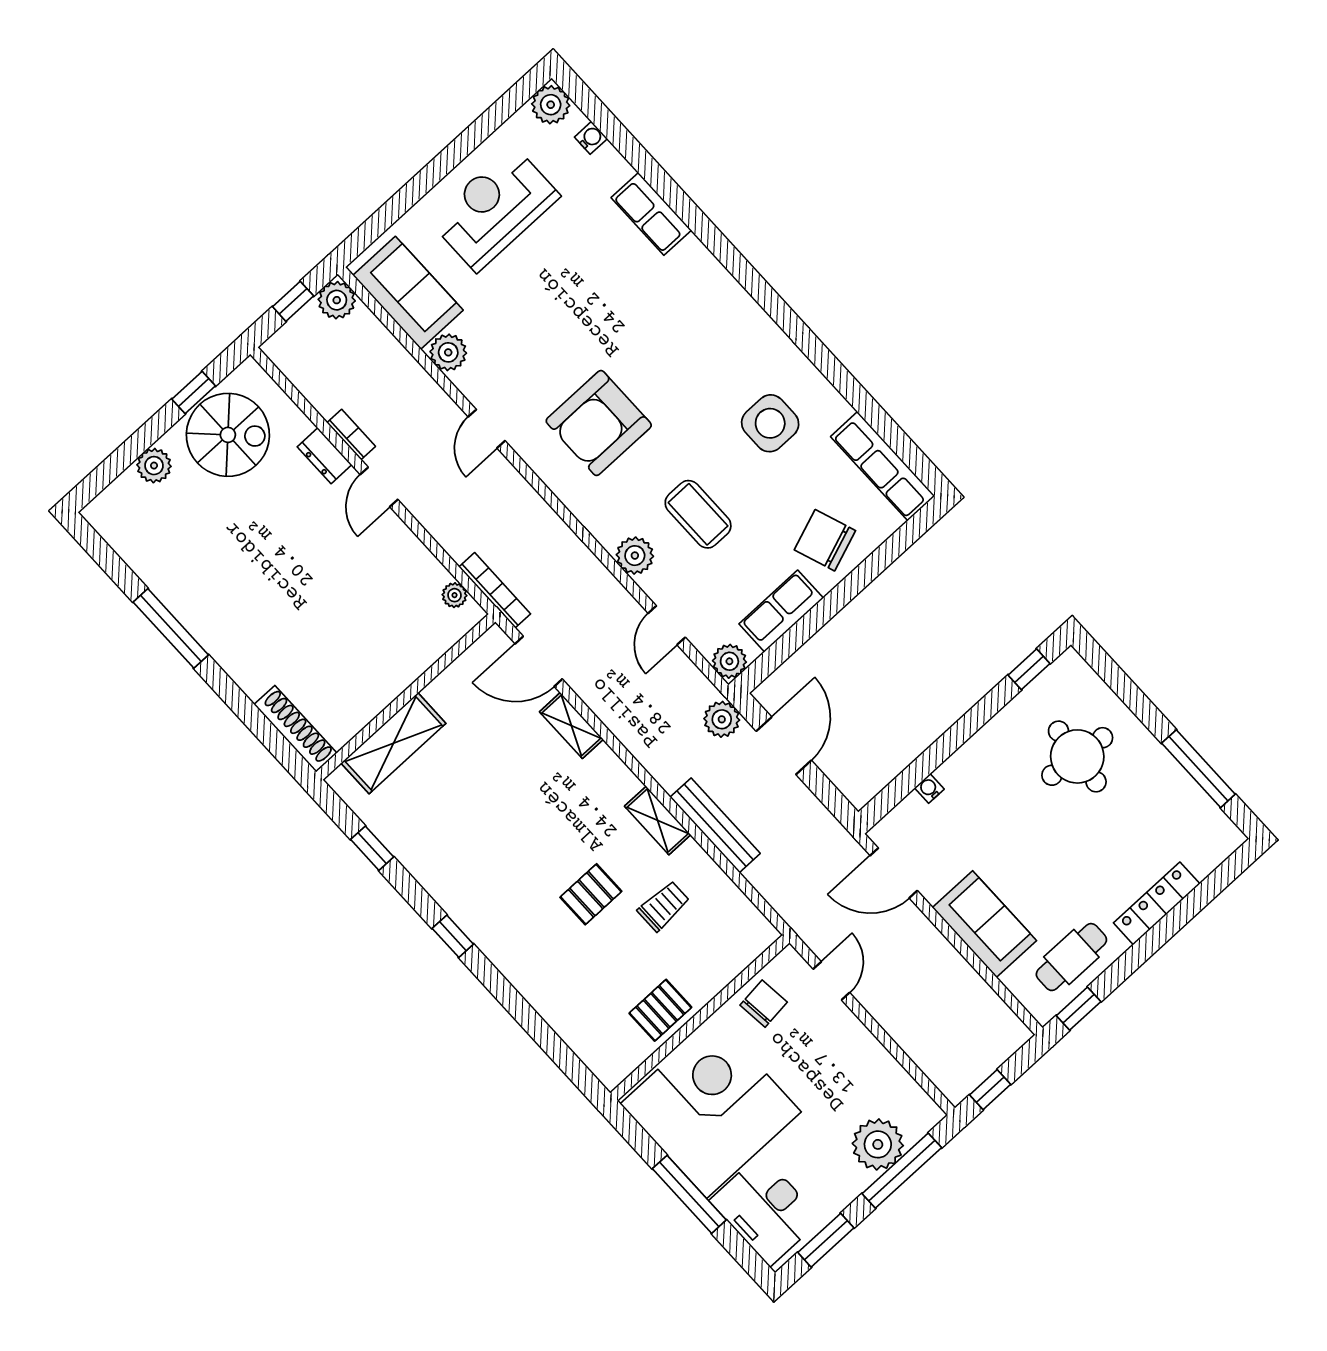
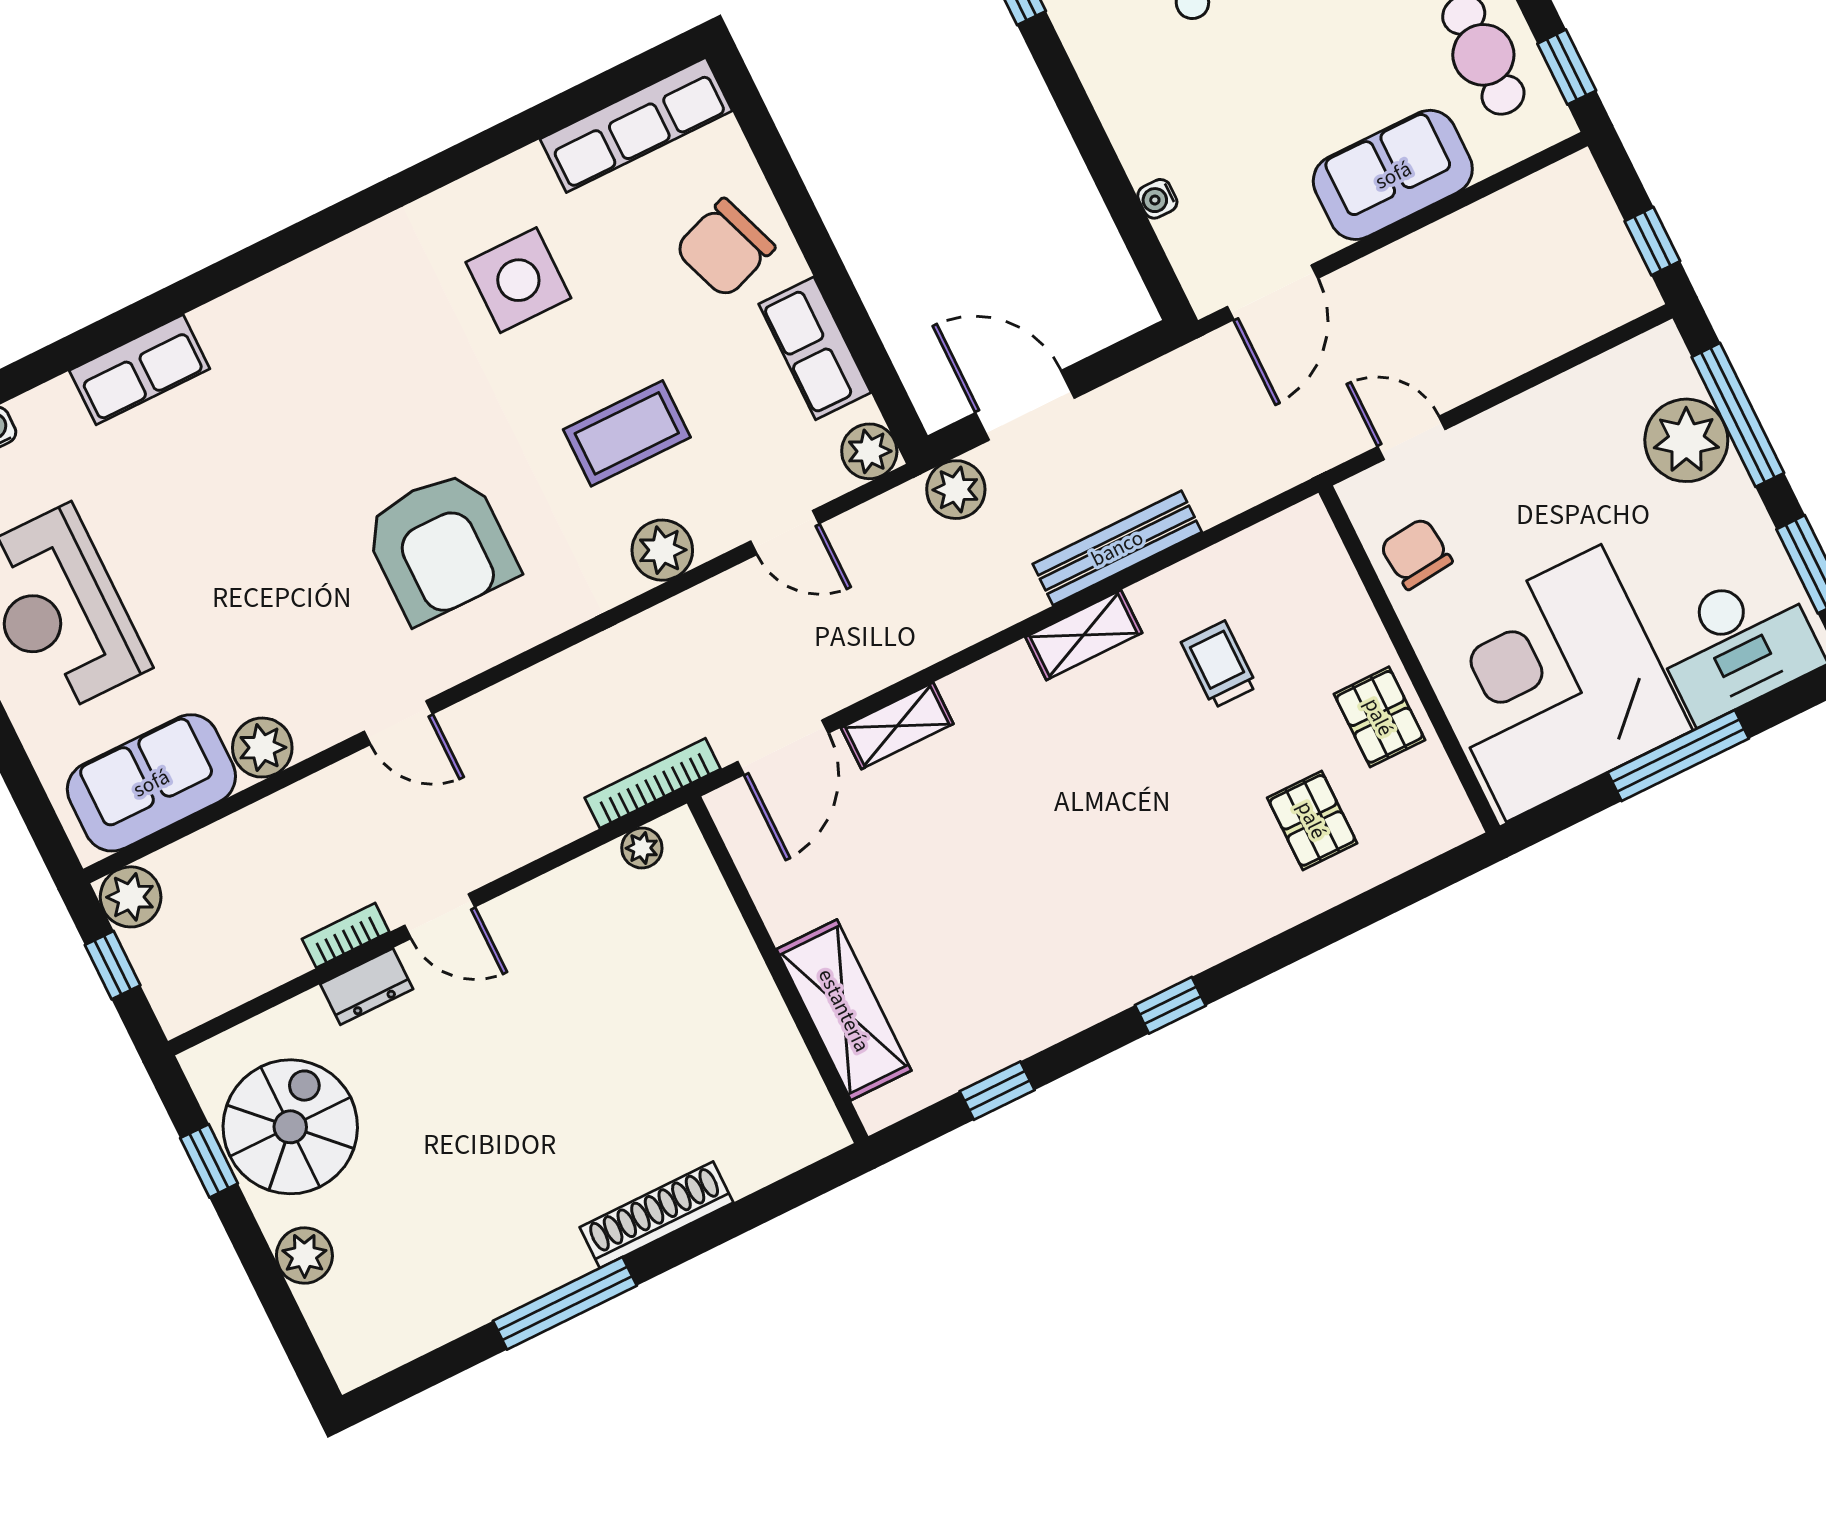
shoe rack: (295, 729) -> (657, 1215), moved
pallet: (591, 894) -> (1312, 820), moved

